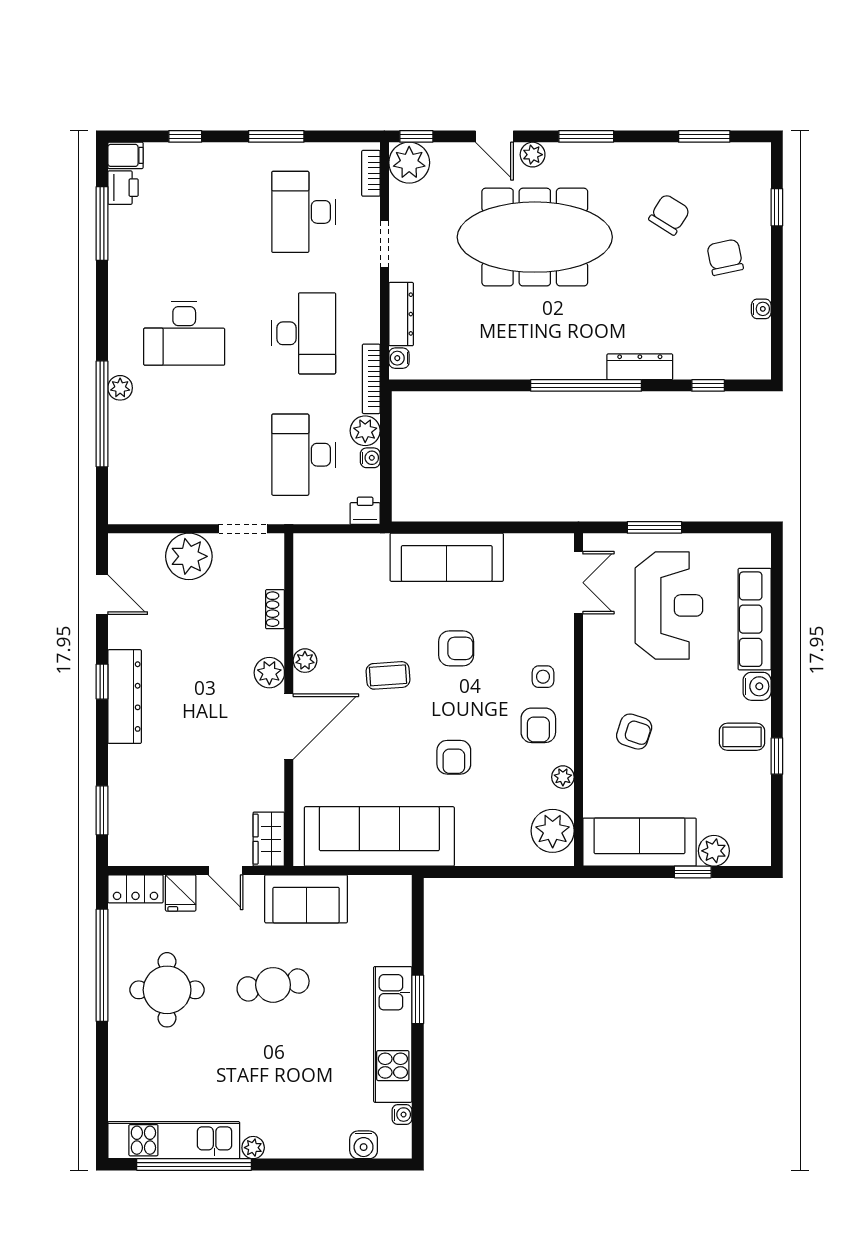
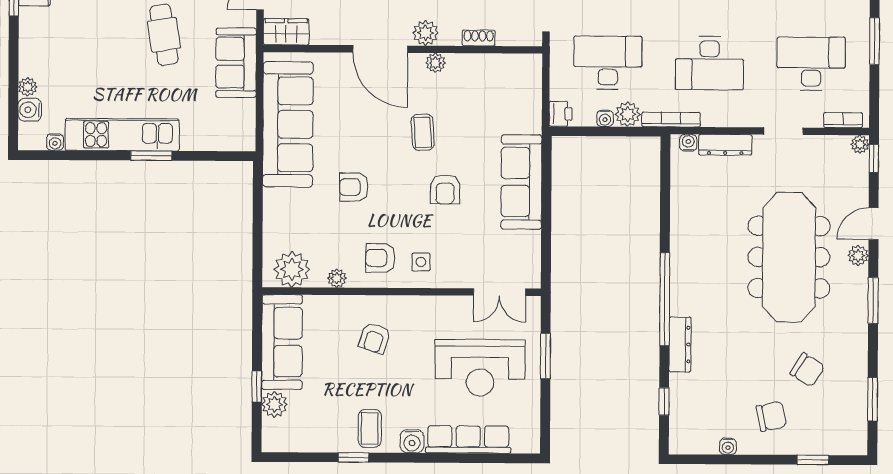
plant: (409, 163) -> (860, 144), width x0.53, depth x0.53
plant: (253, 1148) -> (28, 87), moved

